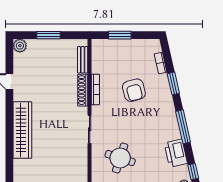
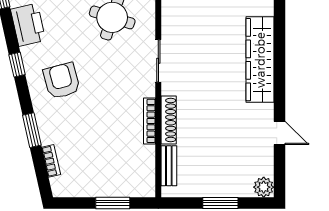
armchair: (134, 90) -> (62, 81), moved
window: (183, 127) -> (17, 65), width x0.46

